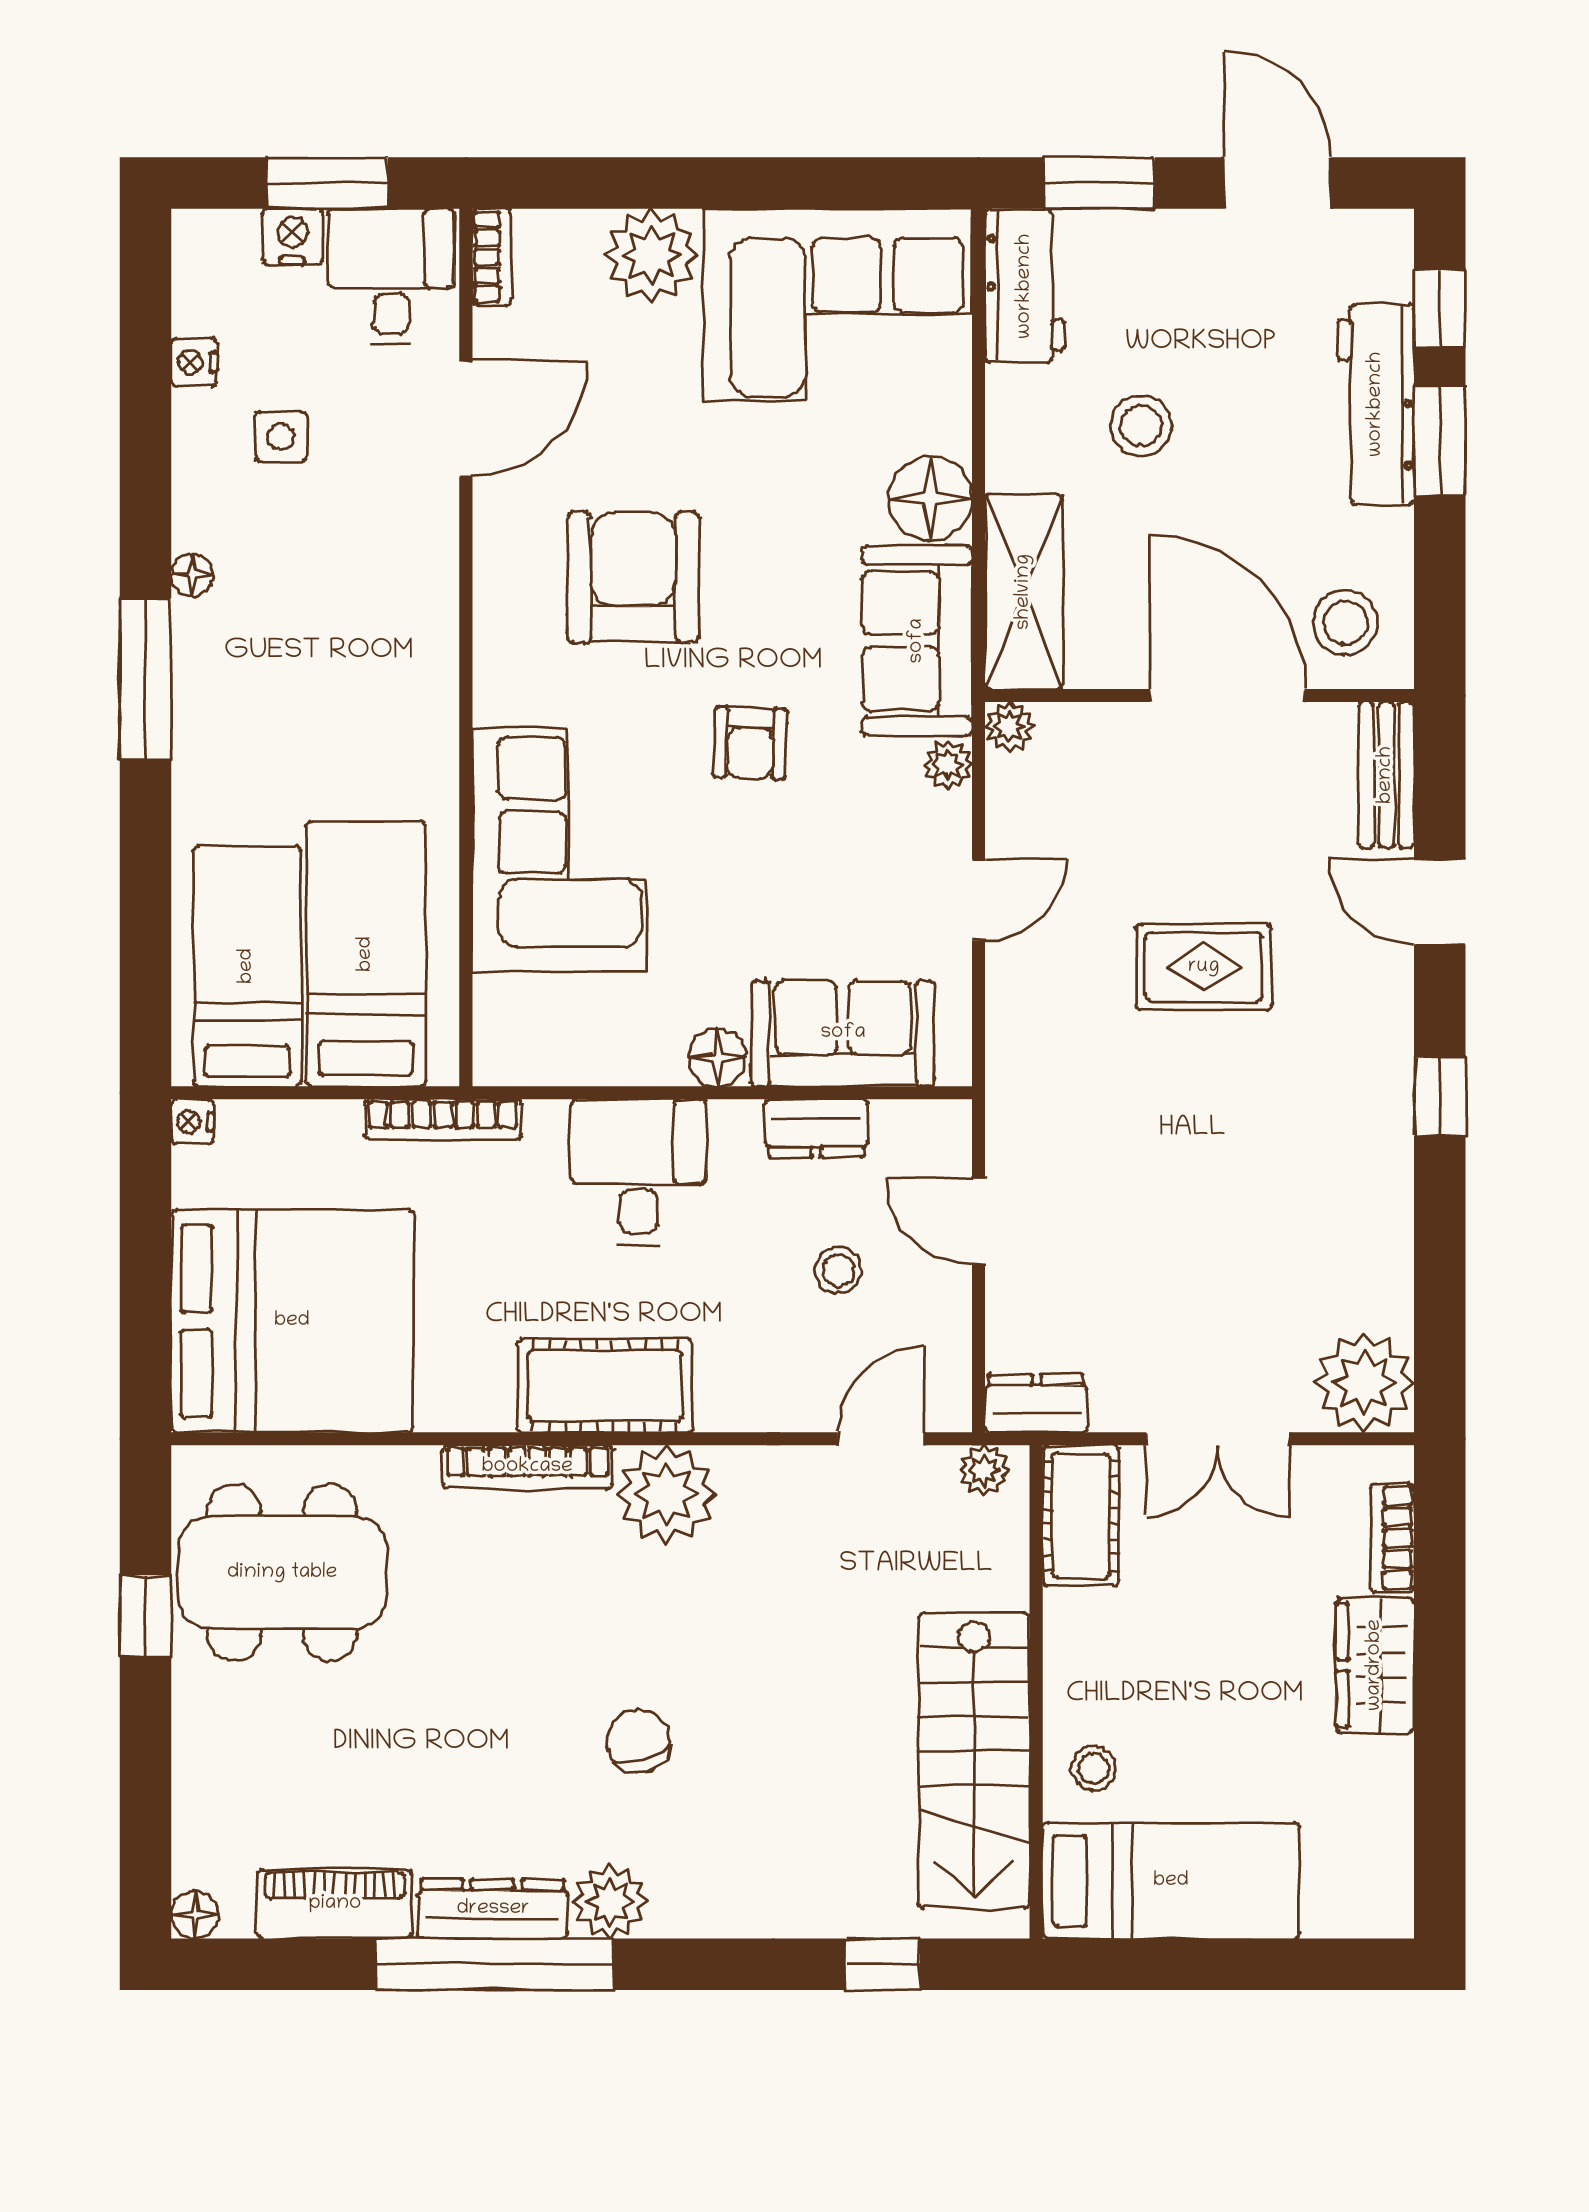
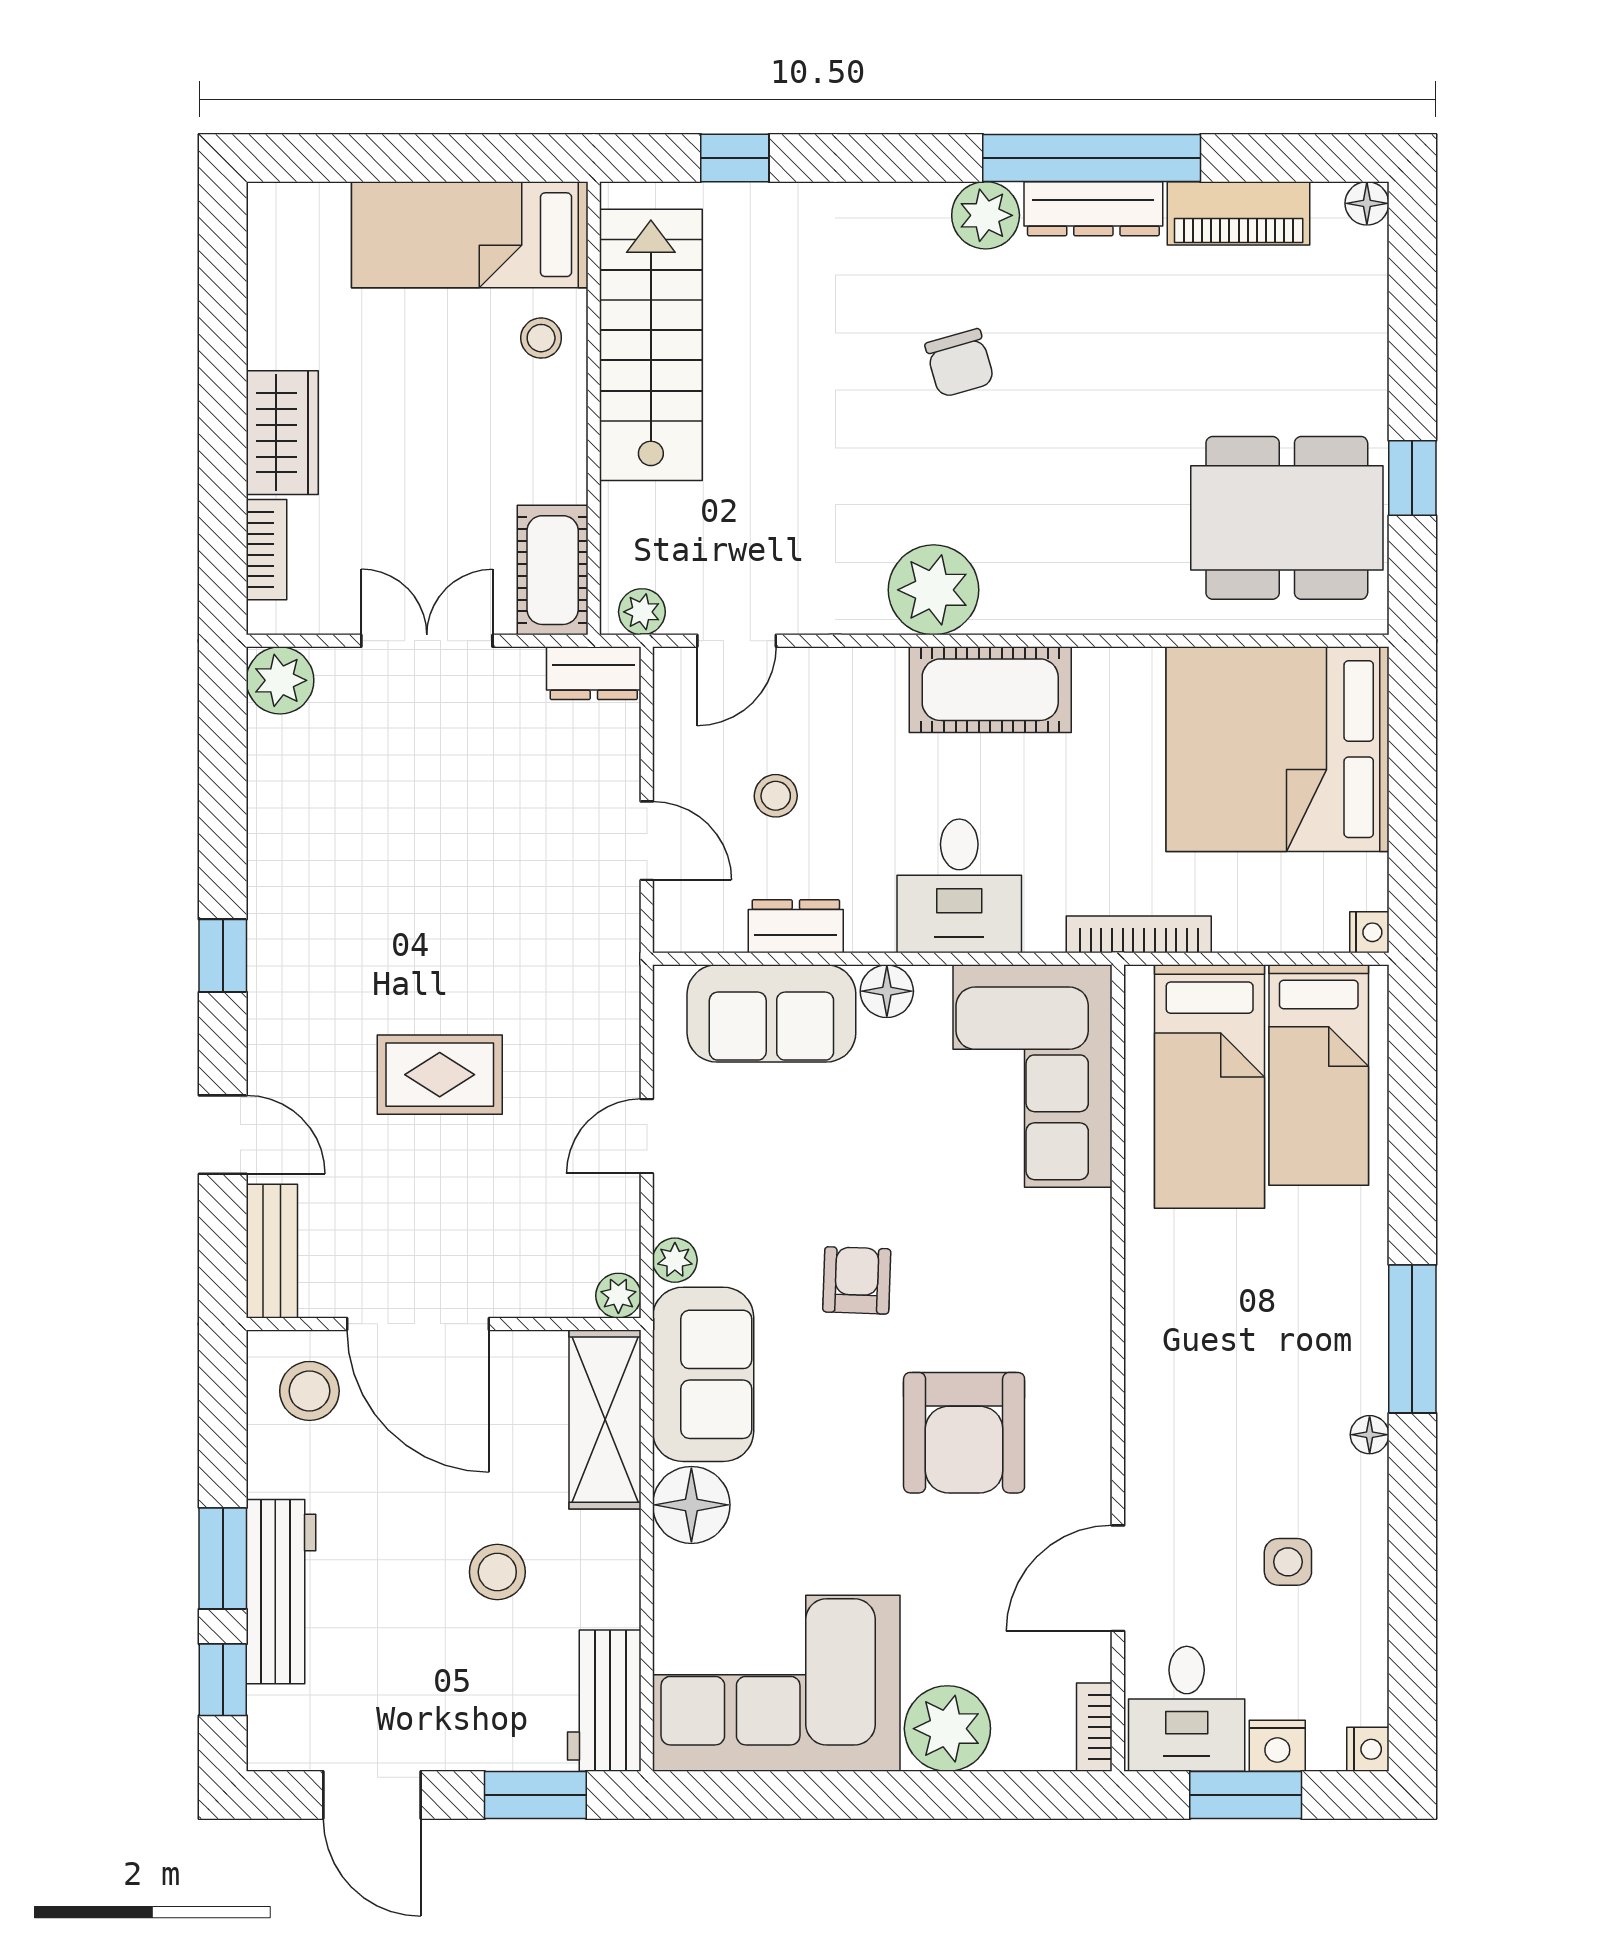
nightstand: (194, 362) -> (1368, 1749), moved
corner sofa: (559, 850) -> (1033, 1076), moved
plant: (1364, 1382) -> (280, 680), width x0.73, depth x0.73
bookcase: (527, 1467) -> (1061, 615), removed

